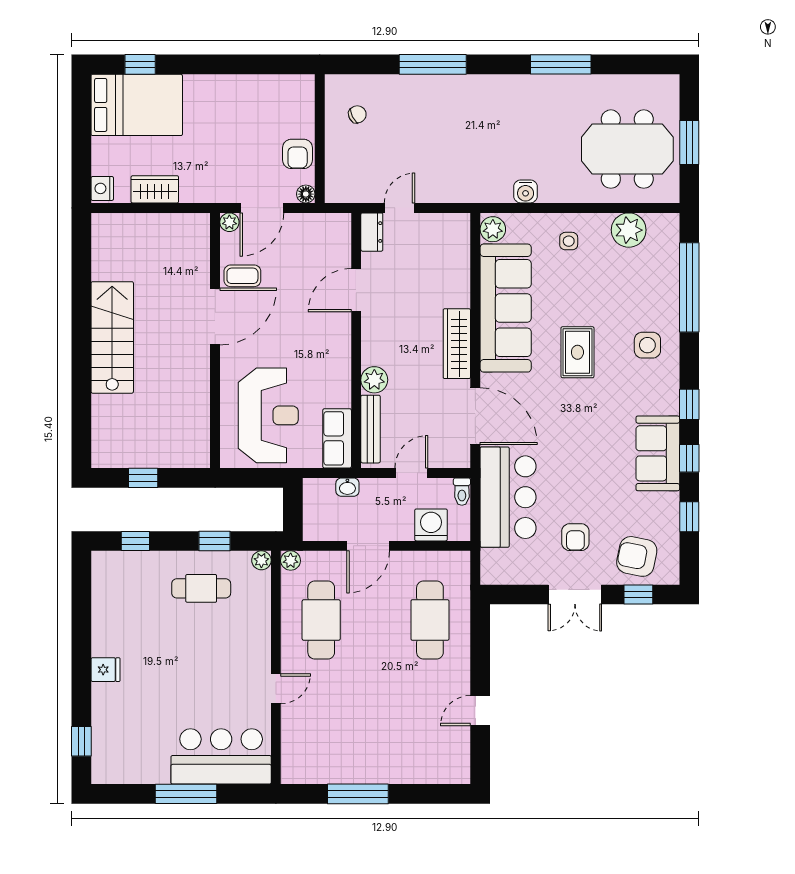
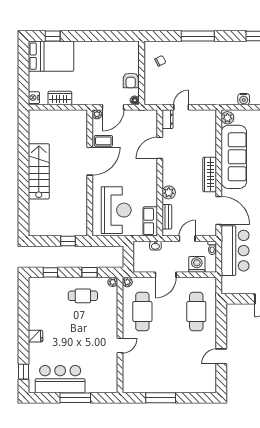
bench: (371, 429) -> (167, 217), width x0.73
window: (143, 478) -> (68, 241), moved
bar counter: (221, 756) -> (60, 379), moved

